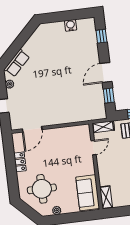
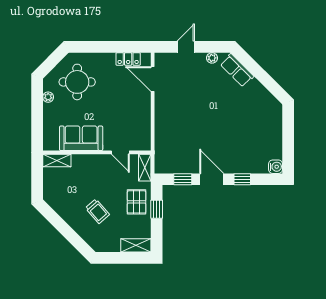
water cooler: (71, 25) -> (276, 167), moved
window: (101, 36) -> (242, 179), moved
locker: (20, 162) -> (128, 59), moved
sofa: (88, 193) -> (81, 138), moved

